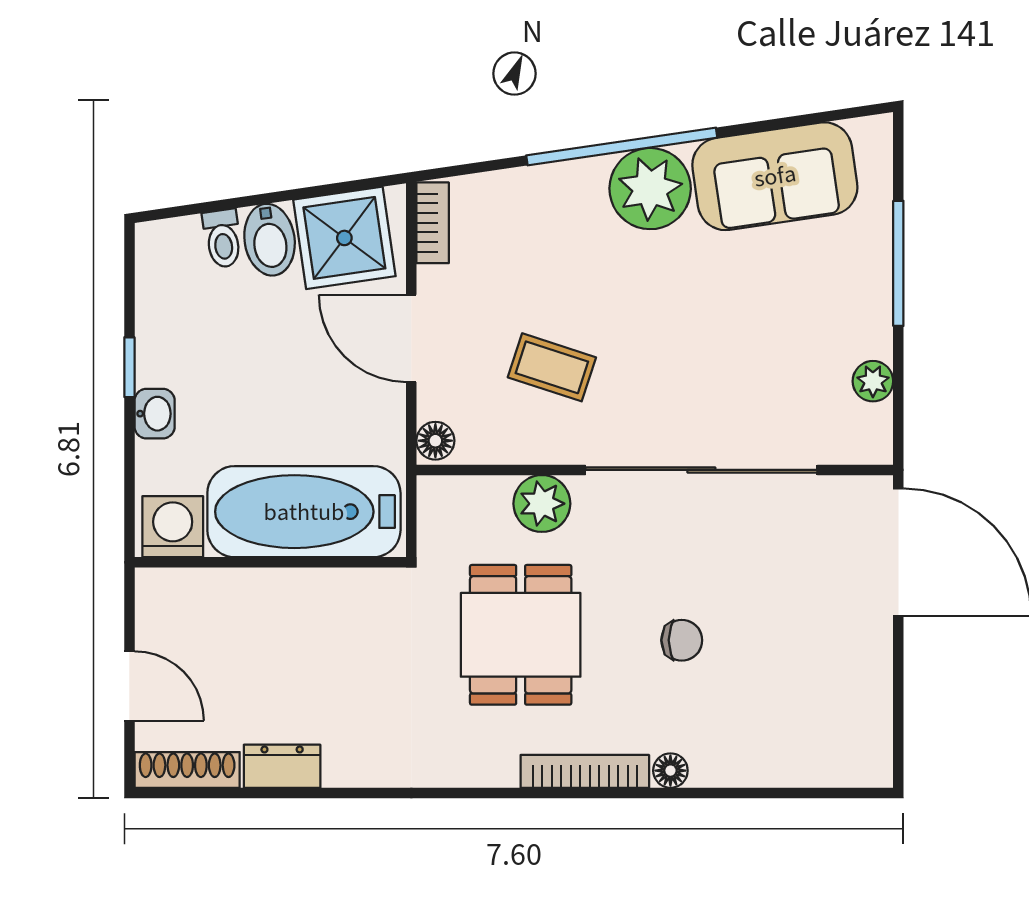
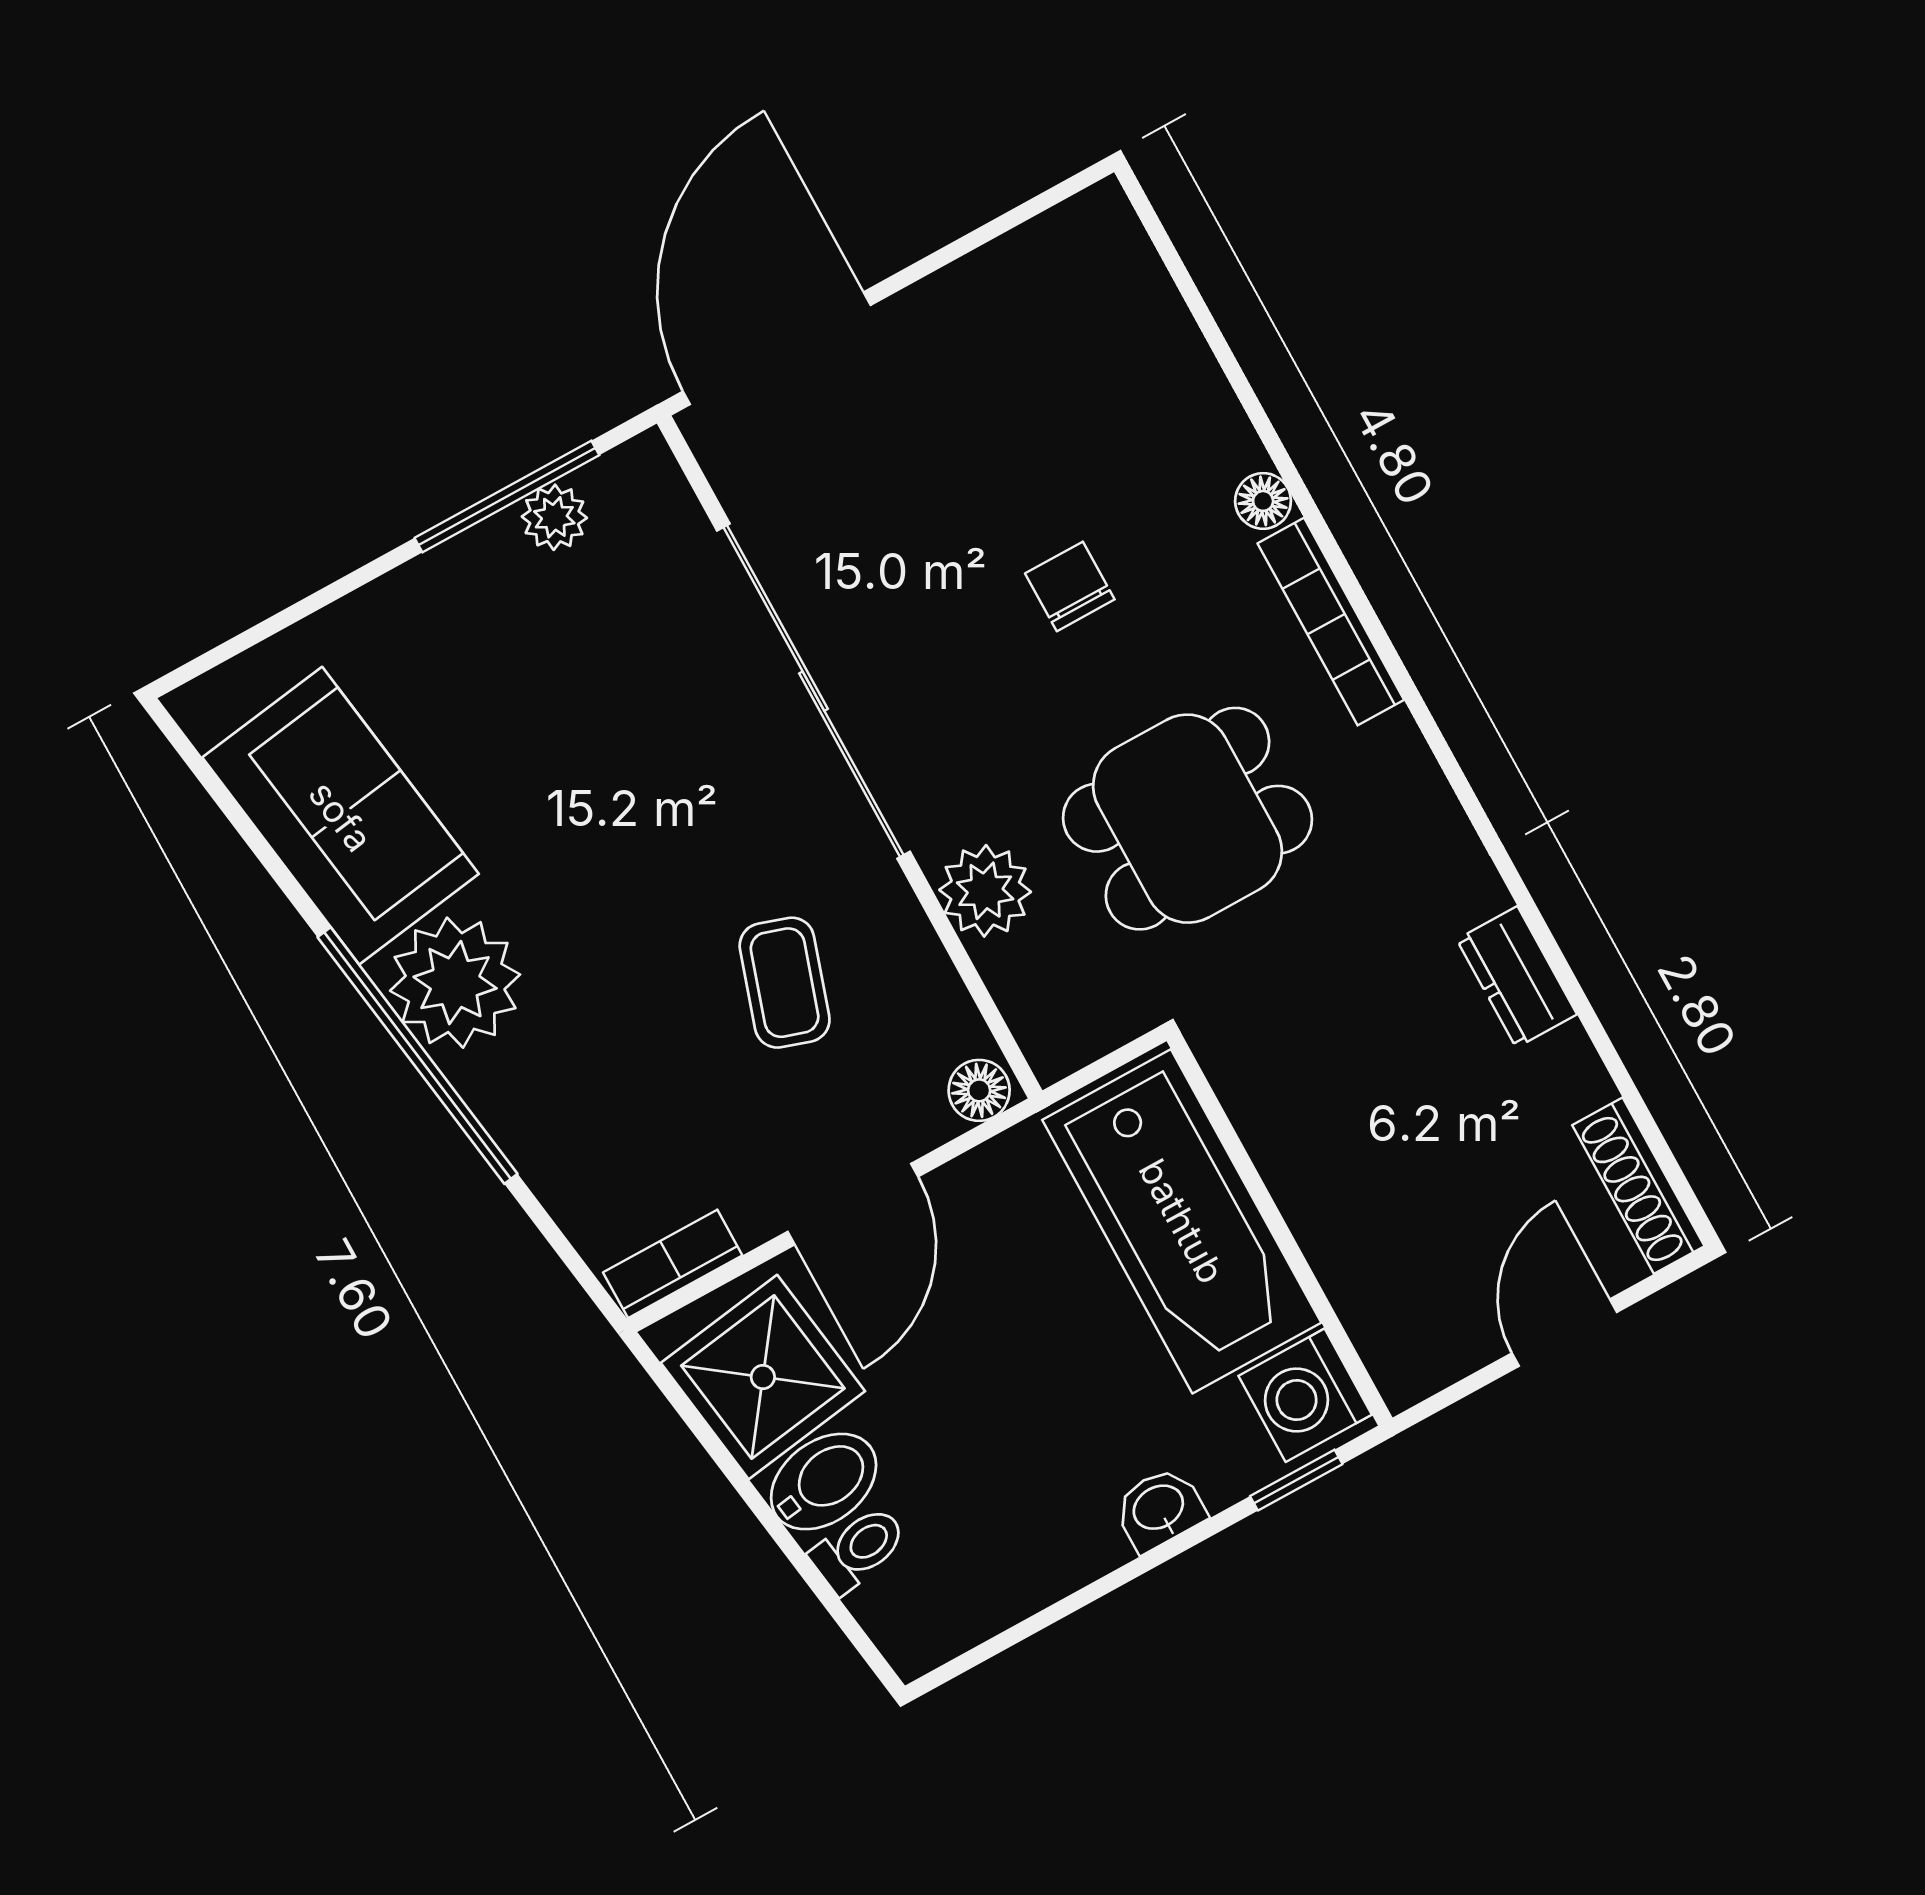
window: (898, 263) -> (507, 497), moved
window: (129, 367) -> (1296, 1480), moved
dresser: (282, 766) -> (1517, 977), moved

